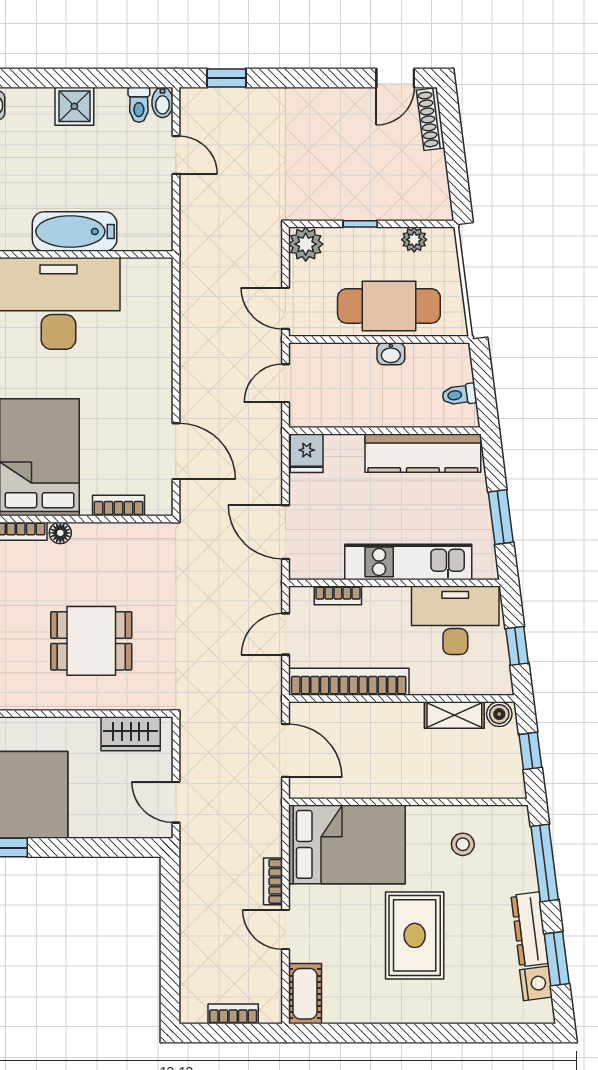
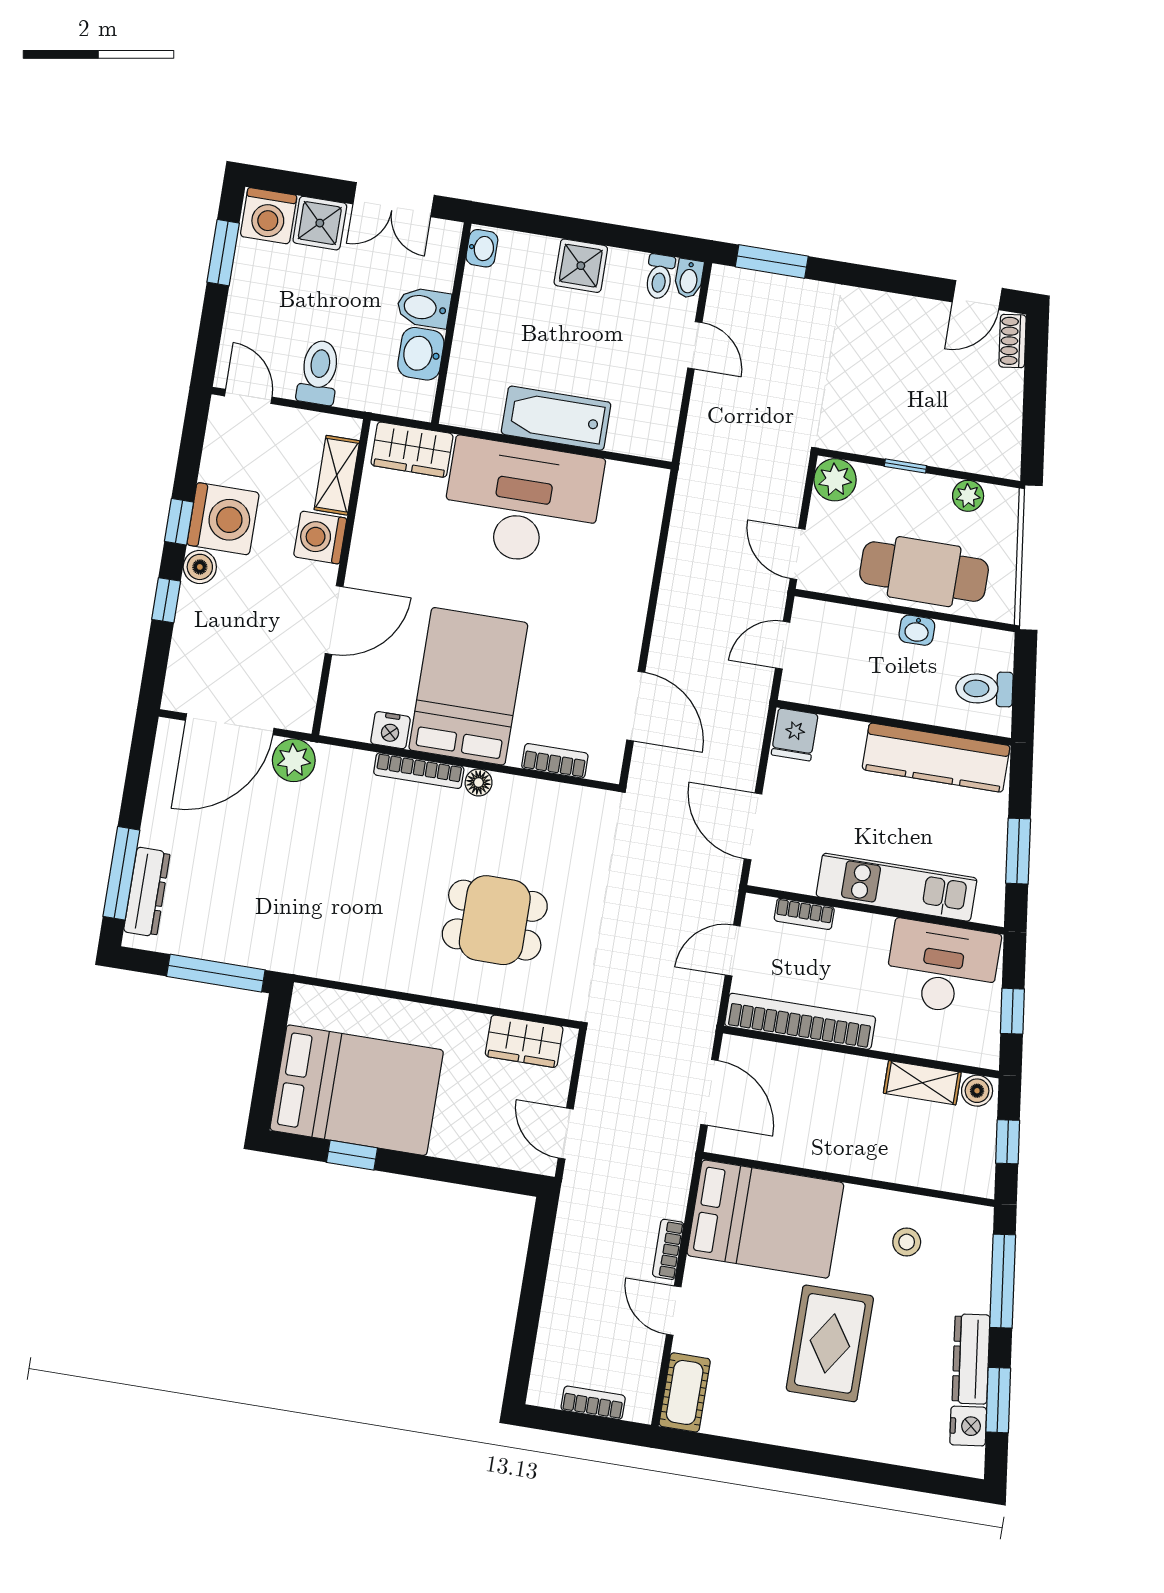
window: (227, 78) -> (772, 262), width x1.50
shoe rack: (431, 119) -> (1012, 341), width x0.70
toilet: (459, 395) -> (984, 689), width x1.37, depth x1.39

